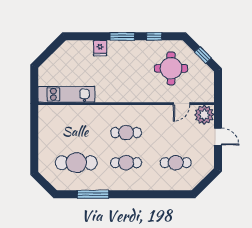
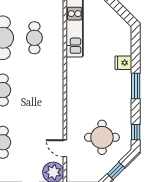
window: (154, 36) -> (136, 132), moved
cafe table: (126, 133) -> (34, 38), moved

